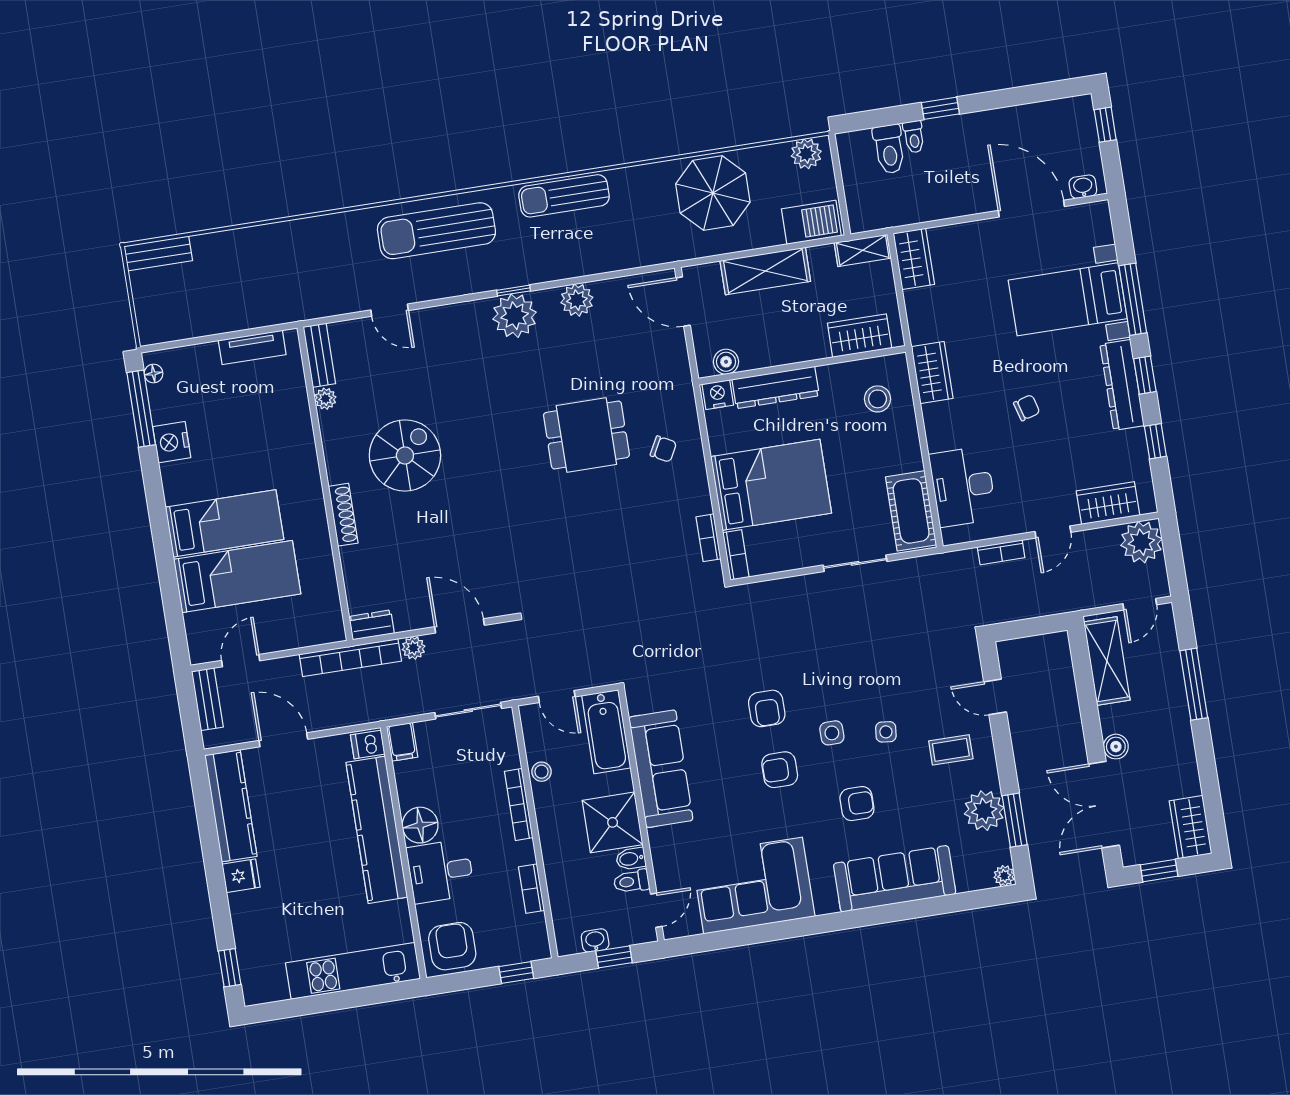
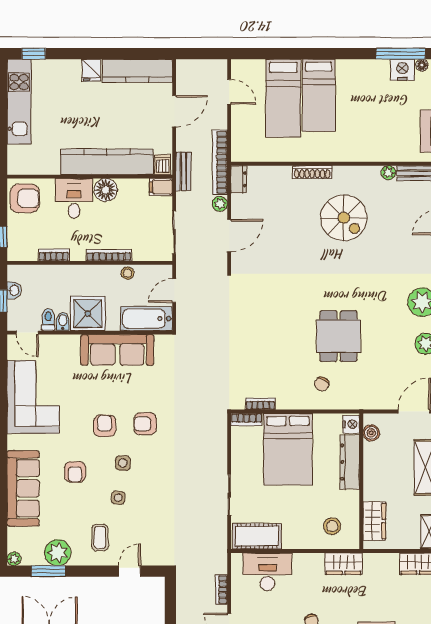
nightstand: (172, 442) -> (402, 70), moved
bench: (207, 699) -> (183, 171), moved, turned 90
kitchen unit: (353, 971) -> (19, 102), moved

